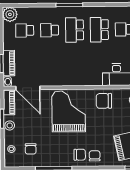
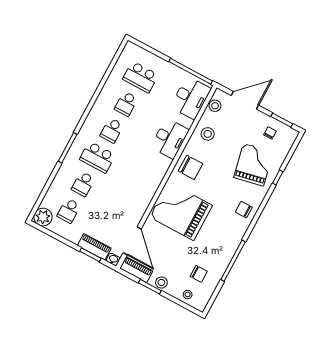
school desk: (99, 30) -> (112, 130), width x0.54
door: (28, 88) -> (132, 241), hinge flipped
chair: (104, 101) -> (190, 167), turned -90
chair: (80, 155) -> (234, 225), removed

